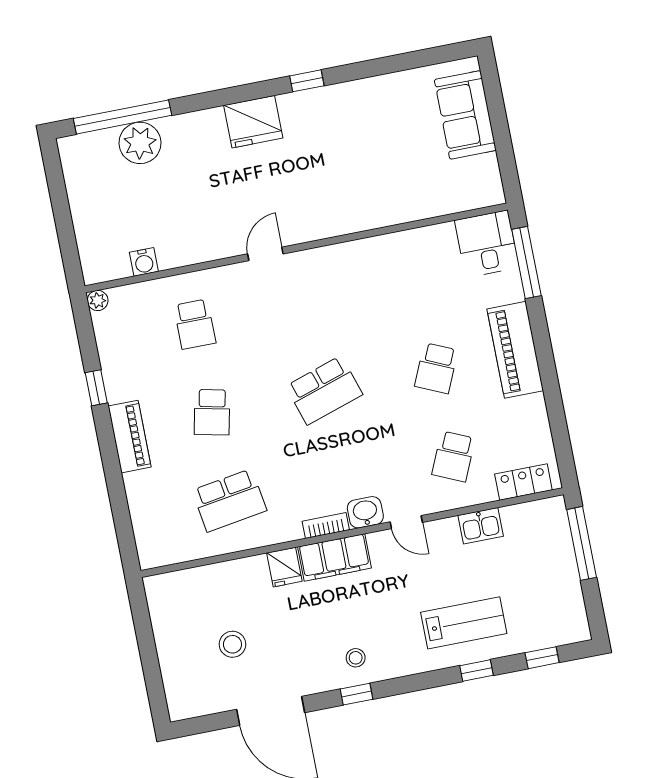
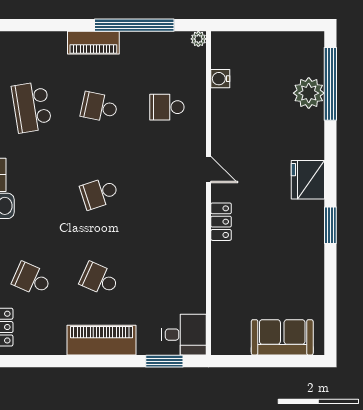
window: (307, 81) -> (330, 225), width x1.50
locker: (330, 224) -> (221, 222), added
window: (526, 262) -> (164, 361), width x0.69
window: (96, 388) -> (134, 25), width x3.17
school desk: (324, 390) -> (99, 193), width x0.54

